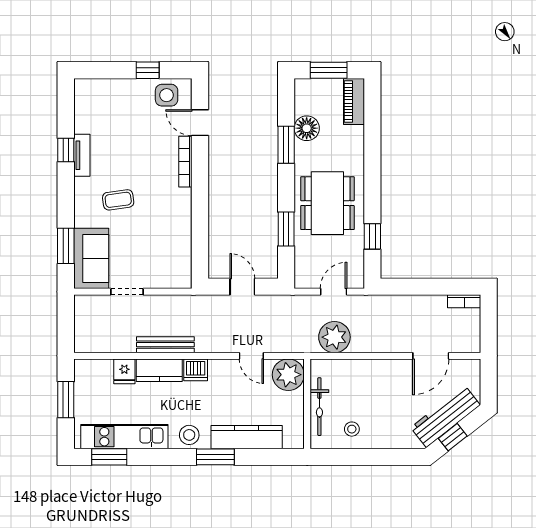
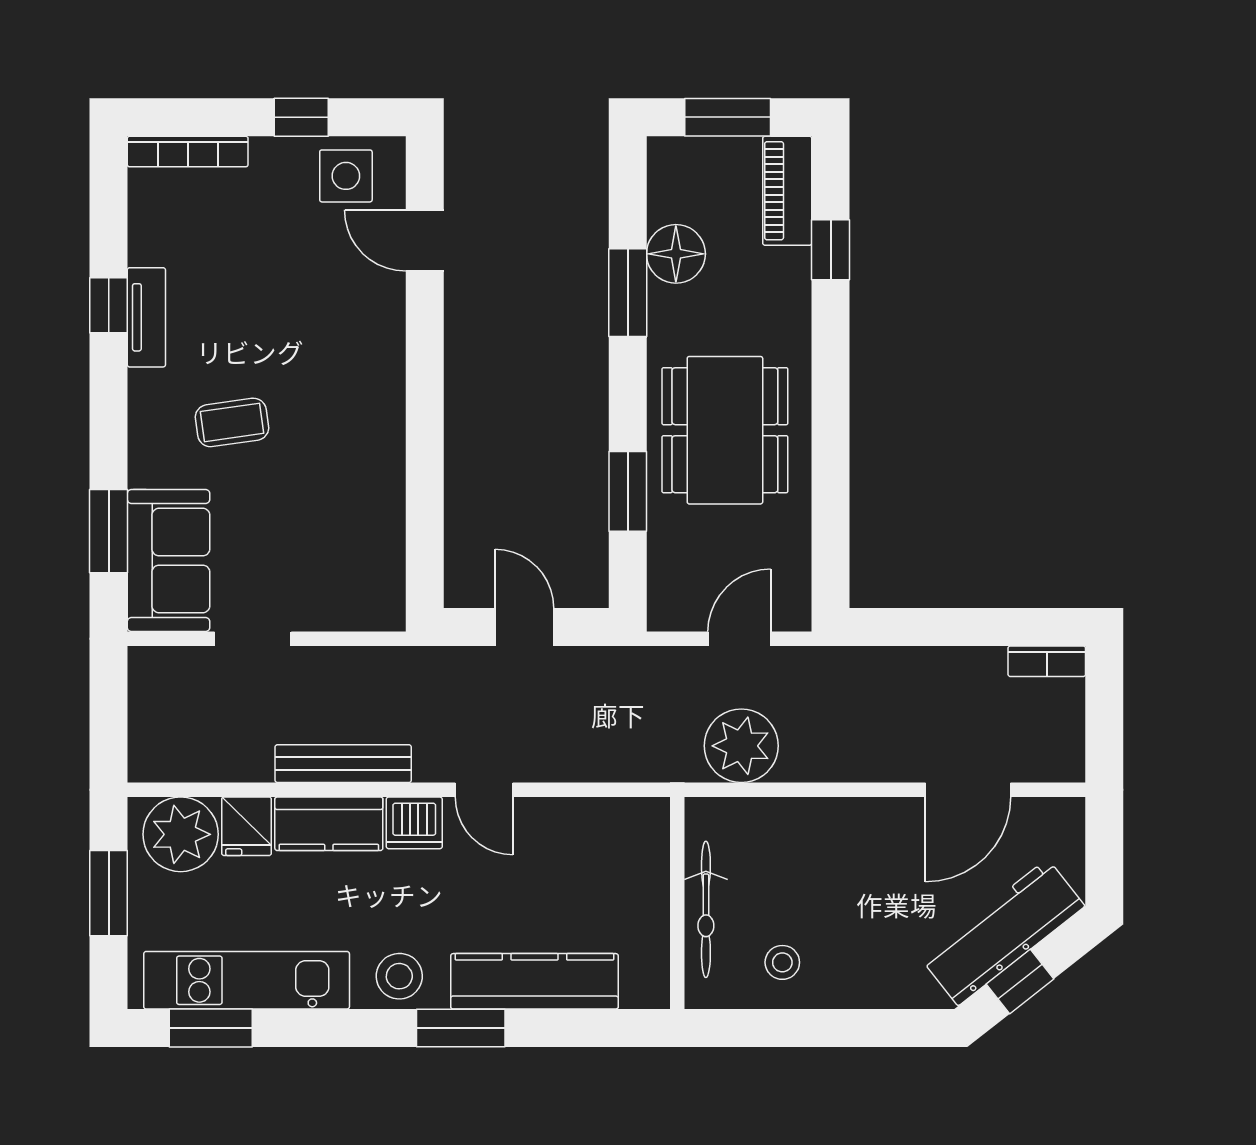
bookcase: (185, 162) -> (188, 152), moved, turned -90
window: (372, 236) -> (831, 250), moved
door: (251, 356) -> (484, 790), moved
plant: (288, 375) -> (181, 834), moved

